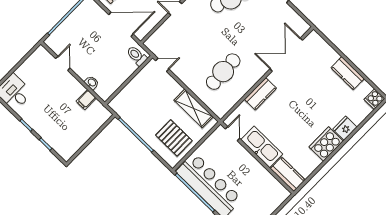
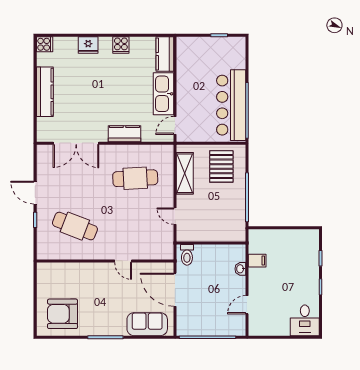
door: (162, 65) -> (175, 216), moved
kitchen counter: (348, 73) -> (45, 92), width x1.50
cooker: (326, 144) -> (121, 45), width x0.53, depth x0.76

